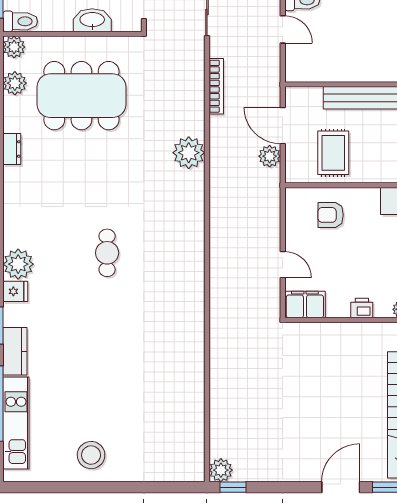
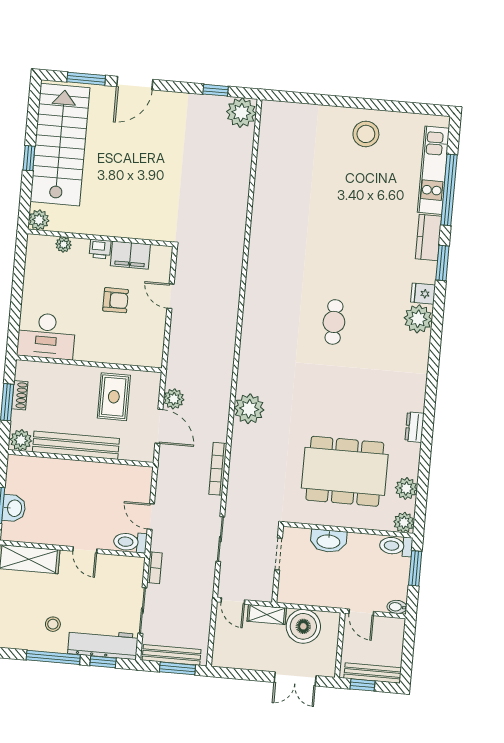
armchair: (331, 215) -> (116, 300), moved
filing cabinet: (305, 304) -> (130, 255), moved
plant: (221, 470) -> (241, 113), width x1.36, depth x1.36
window: (233, 487) -> (216, 90), moved

